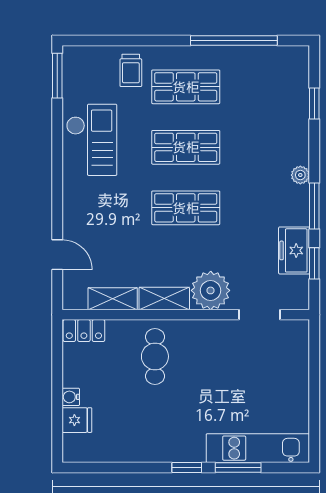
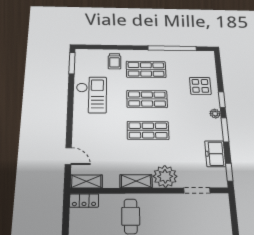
window: (314, 103) -> (222, 99), moved
display table: (279, 120) -> (200, 86), added
window: (314, 263) -> (229, 172), moved
shelving: (113, 299) -> (86, 181), moved

